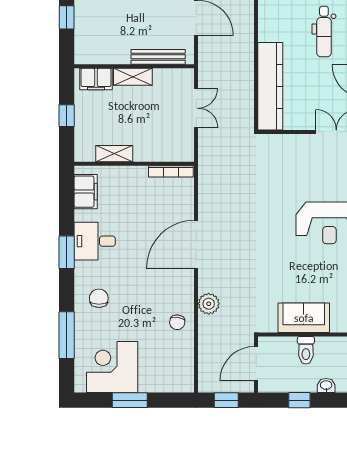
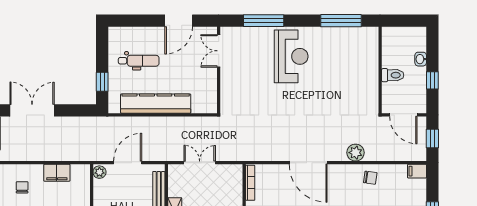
kitchen counter: (270, 86) -> (156, 104), moved
sofa: (304, 318) -> (367, 77), removed
filing cabinet: (185, 381) -> (417, 171), added

